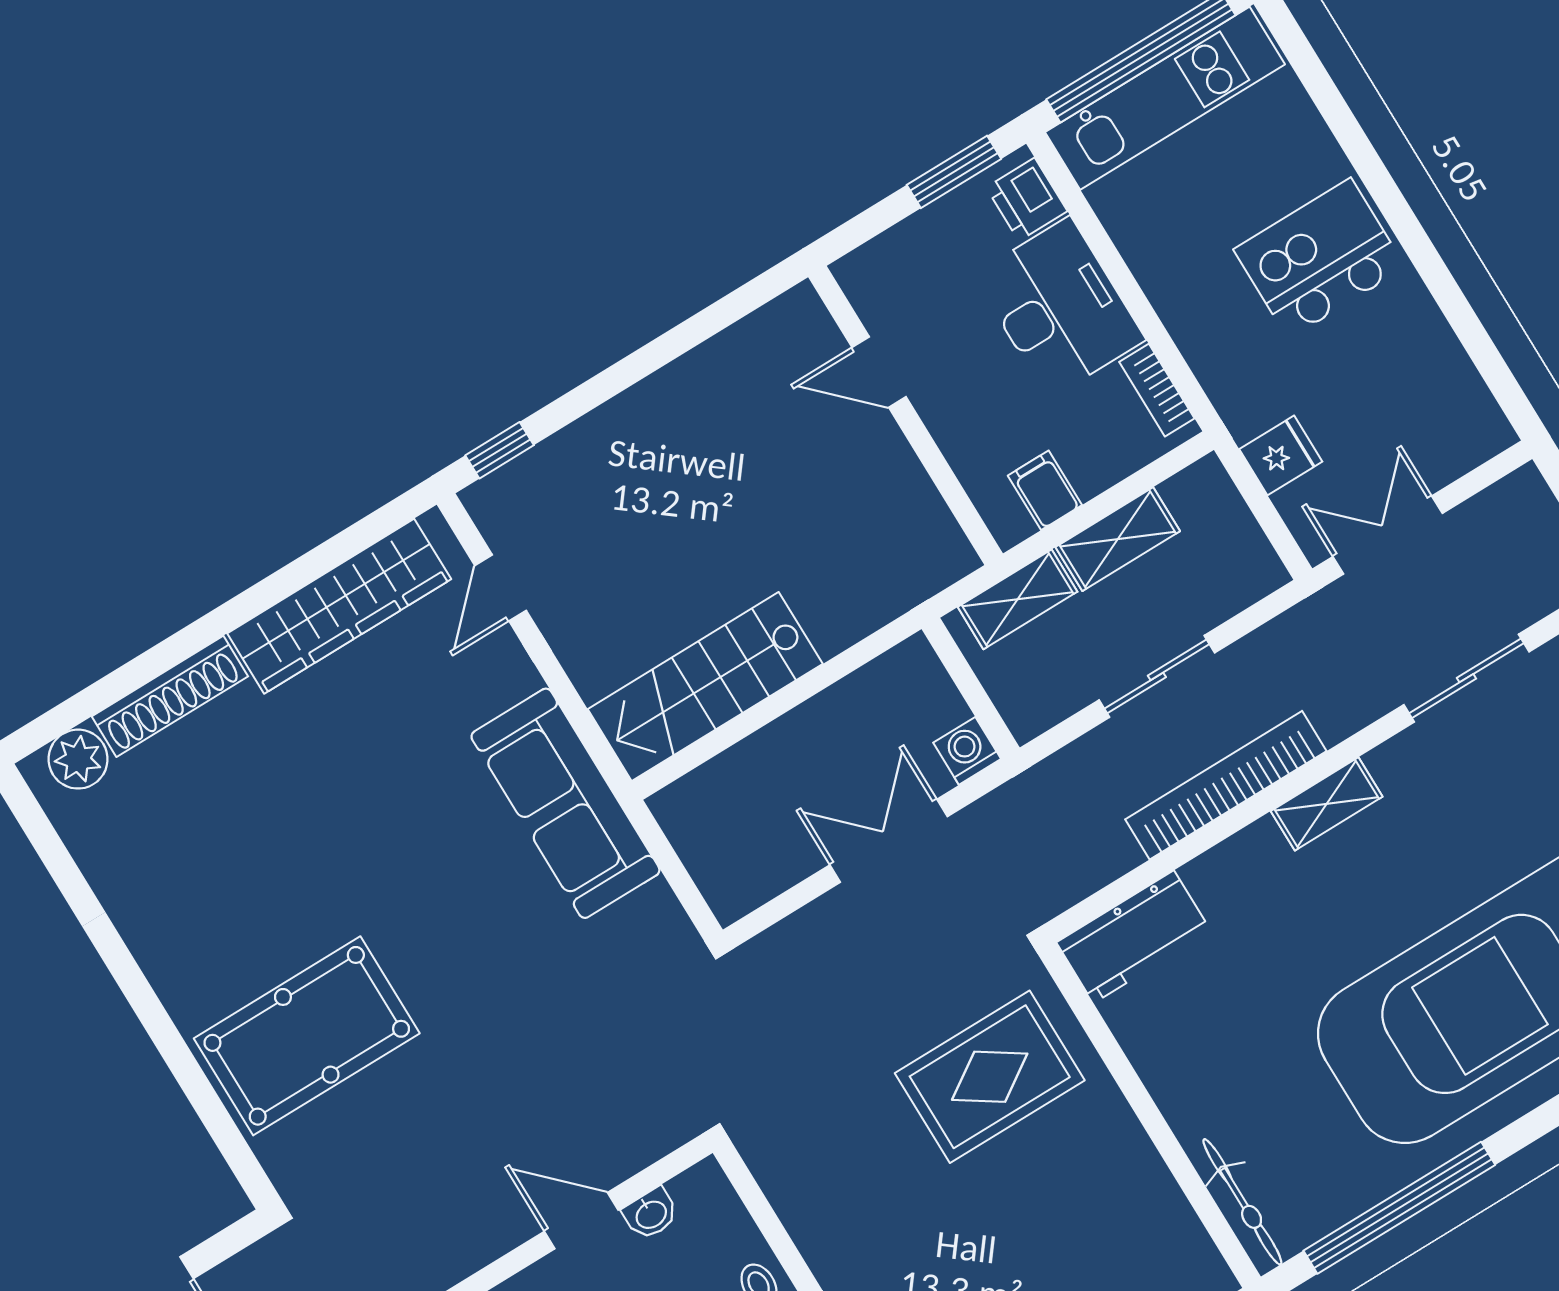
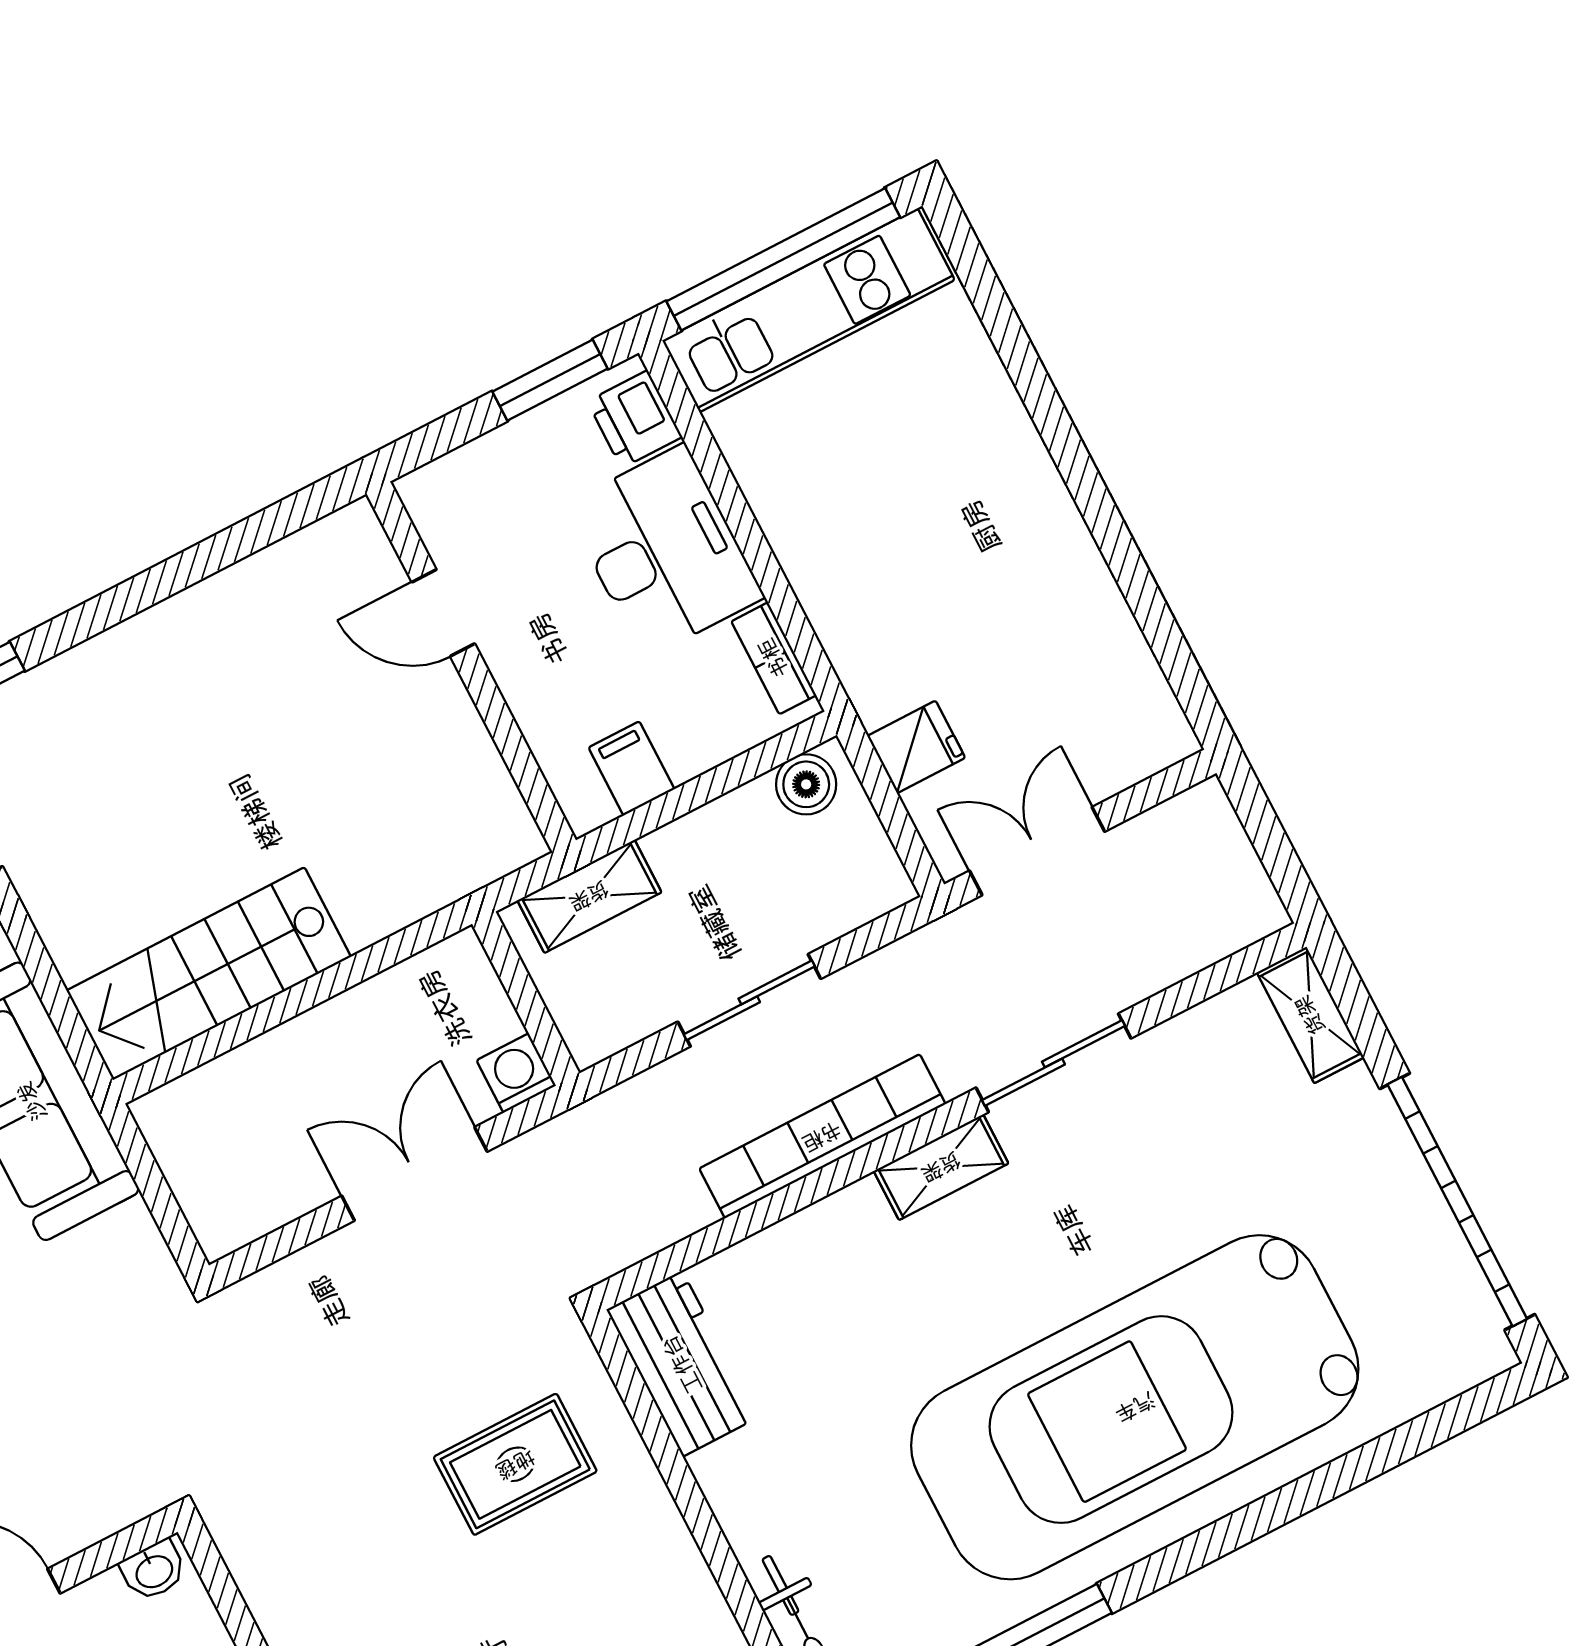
kitchen island: (1320, 258) -> (979, 515), removed
boiler: (1191, 493) -> (806, 784), added
shelving: (1118, 539) -> (714, 833), removed
sliding door: (1466, 678) -> (1053, 1063), moved
workbench: (1134, 937) -> (682, 1364), moved, turned -90
rug: (990, 1077) -> (515, 1464), width x0.73, depth x0.70
washbasin: (651, 1214) -> (154, 1570), moved

